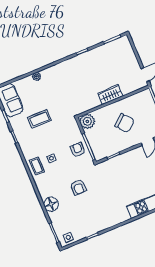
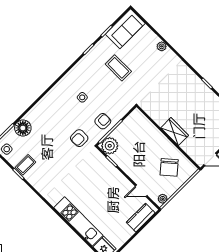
plant: (87, 121) -> (110, 146), moved
chair: (125, 123) -> (169, 167), moved
coffee table: (37, 166) -> (26, 165), moved
armchair: (78, 187) -> (79, 138), moved
floor lamp: (51, 204) -> (23, 128), moved

